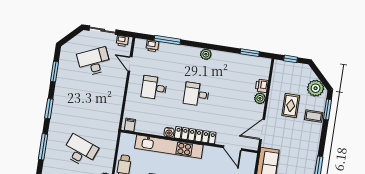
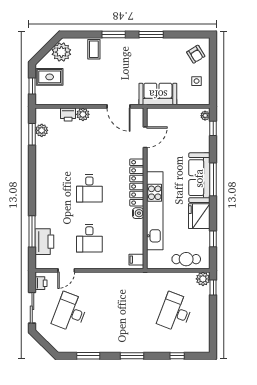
printer: (152, 46) -> (44, 242), width x1.87, depth x1.48
plant: (206, 54) -> (42, 130), moved
desk: (94, 62) -> (70, 312), turned 45
rug: (291, 106) -> (50, 77), moved
window: (327, 109) -> (114, 35), moved
window: (43, 147) -> (177, 356), width x0.46

